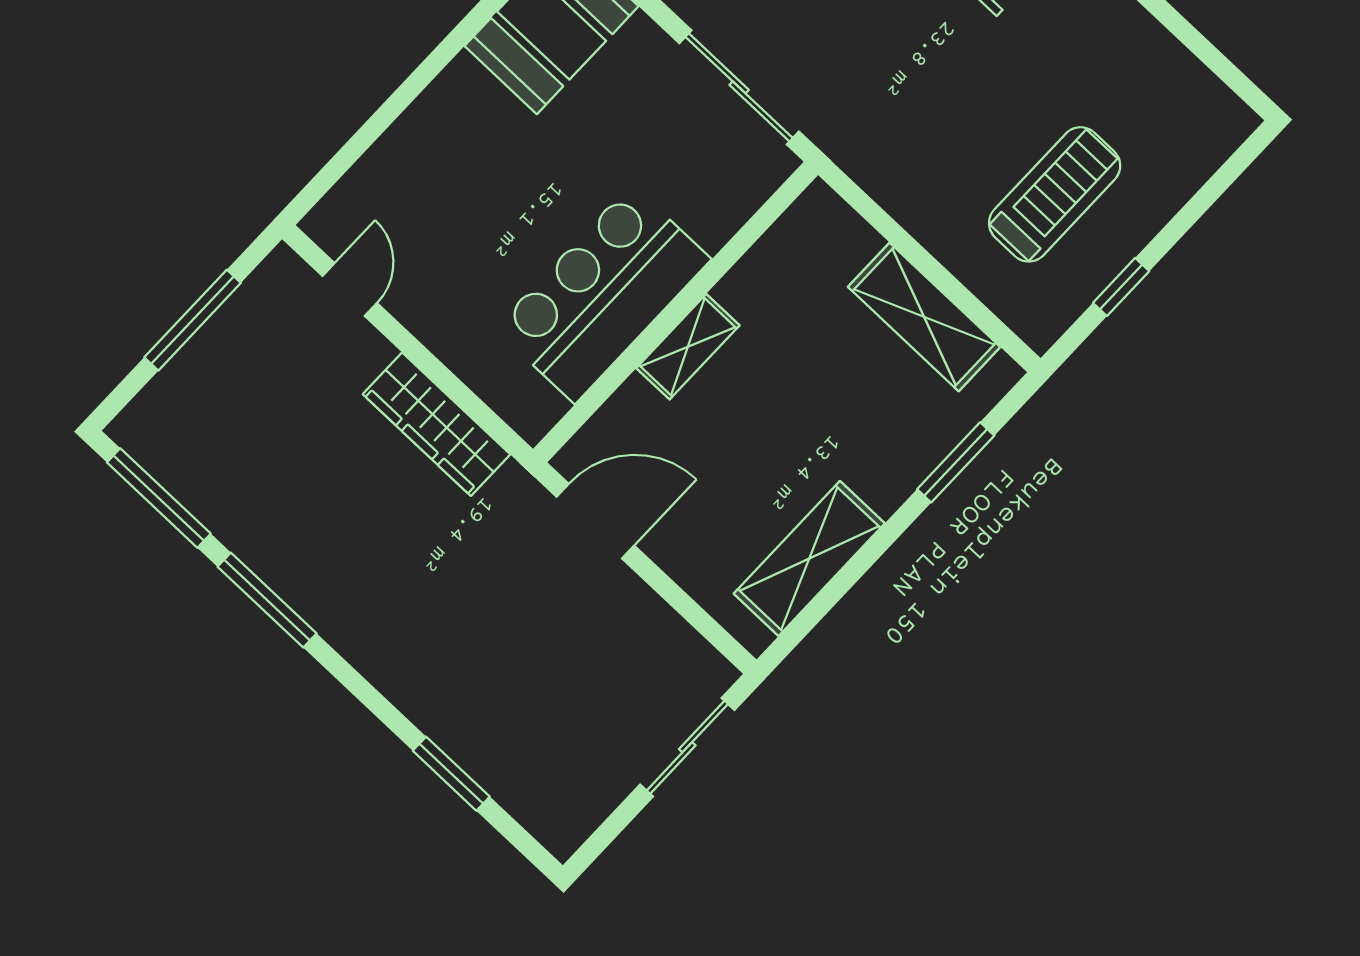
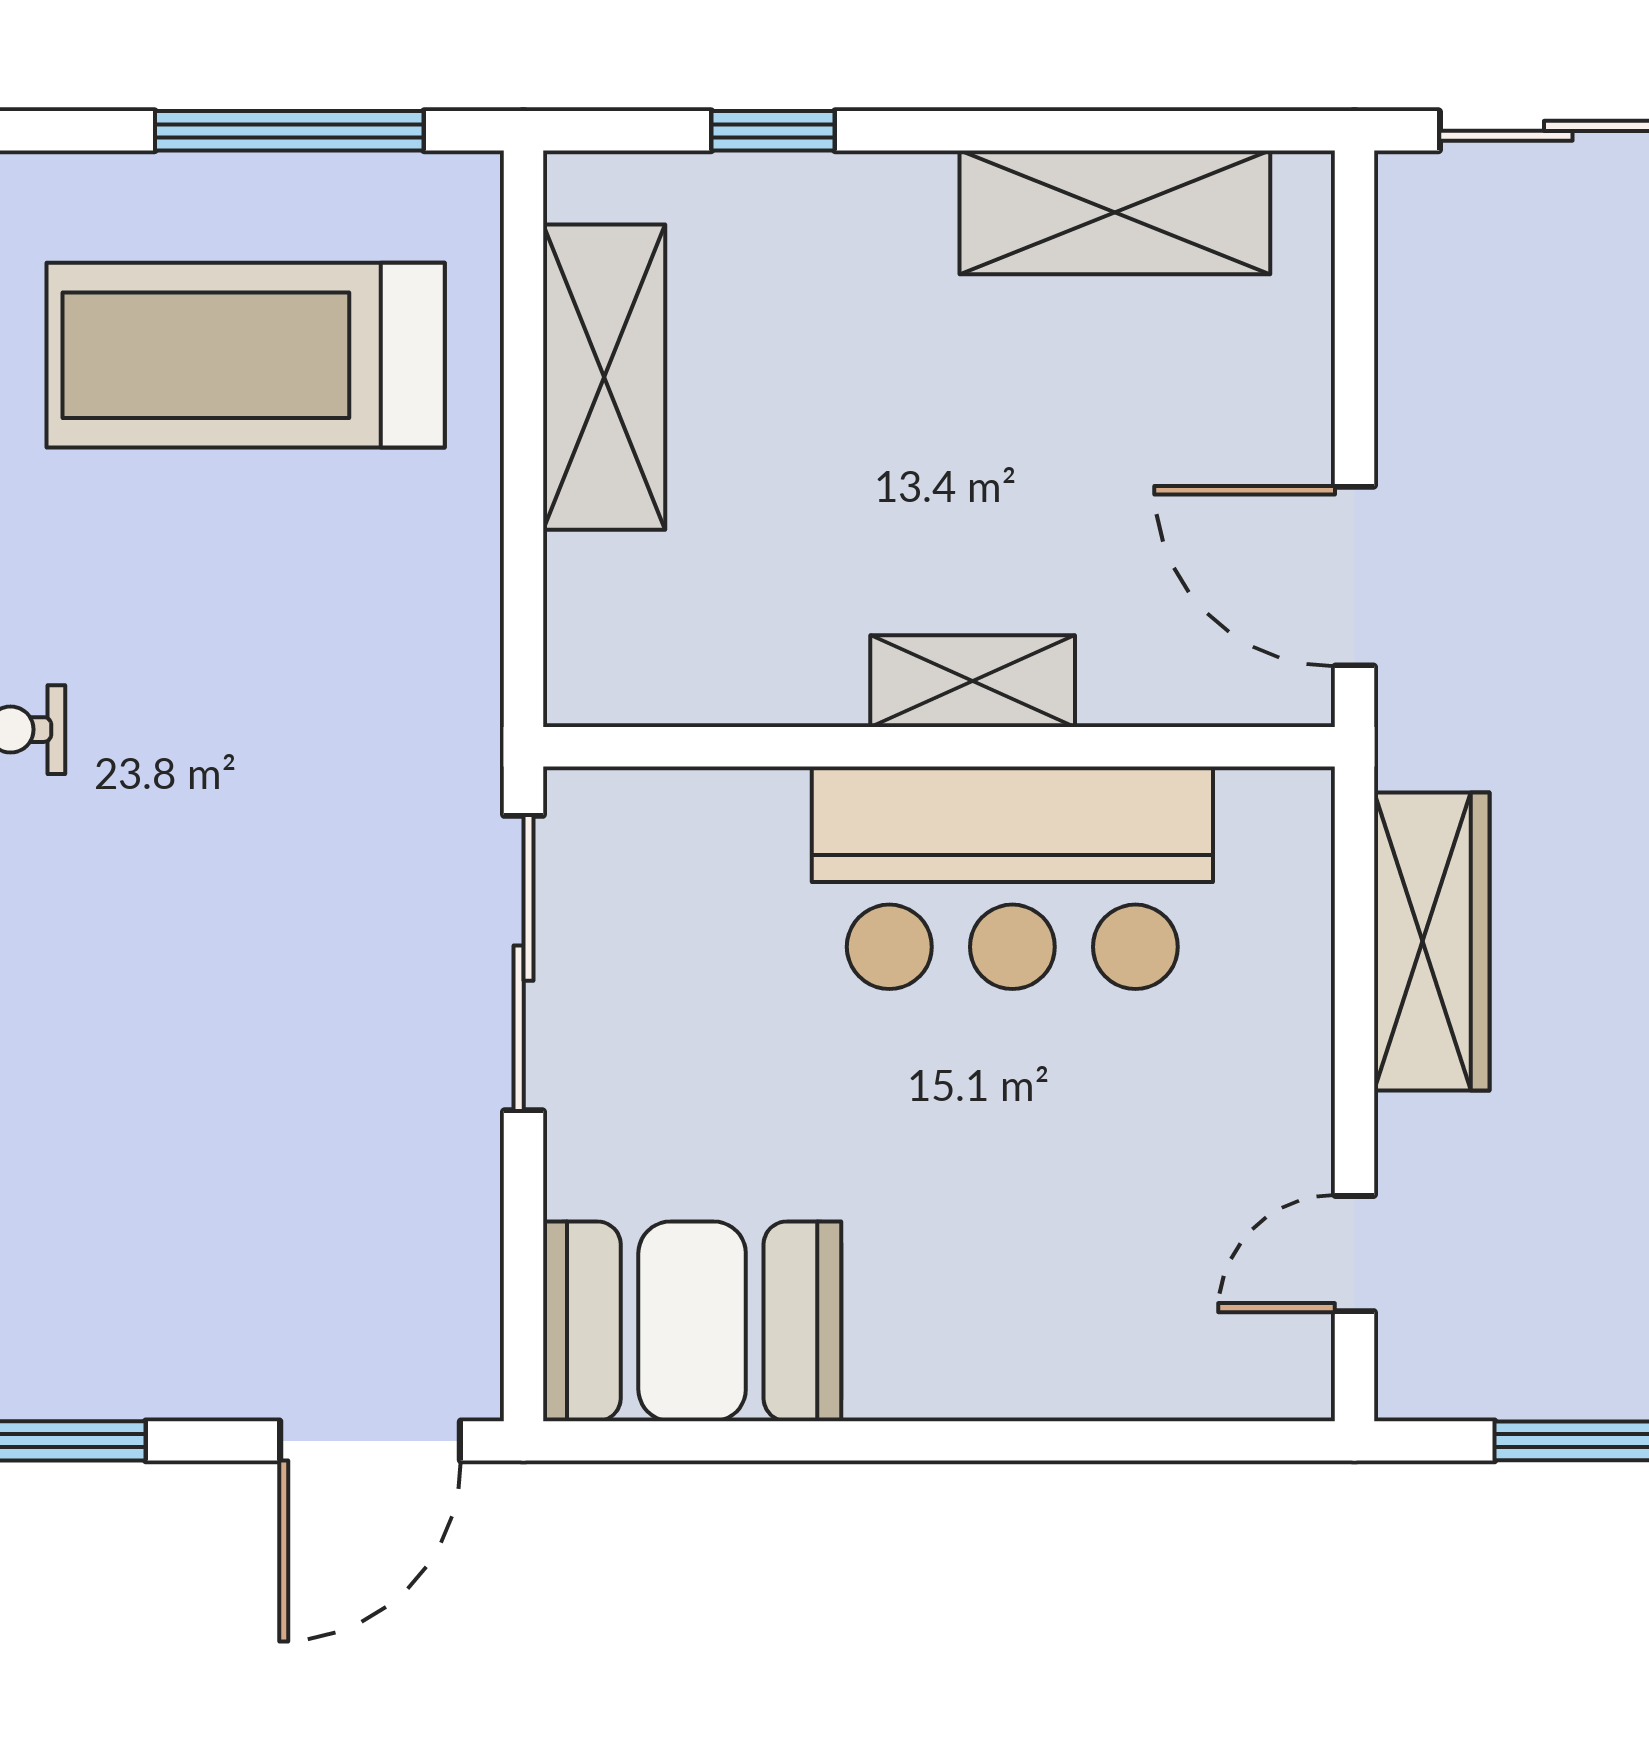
treadmill: (1055, 194) -> (246, 355), width x1.37, depth x1.38
window: (1121, 287) -> (289, 131), width x2.17
window: (956, 462) -> (773, 131), width x0.67

